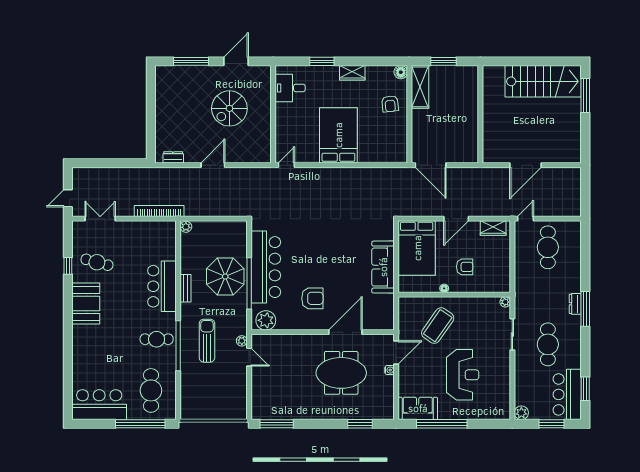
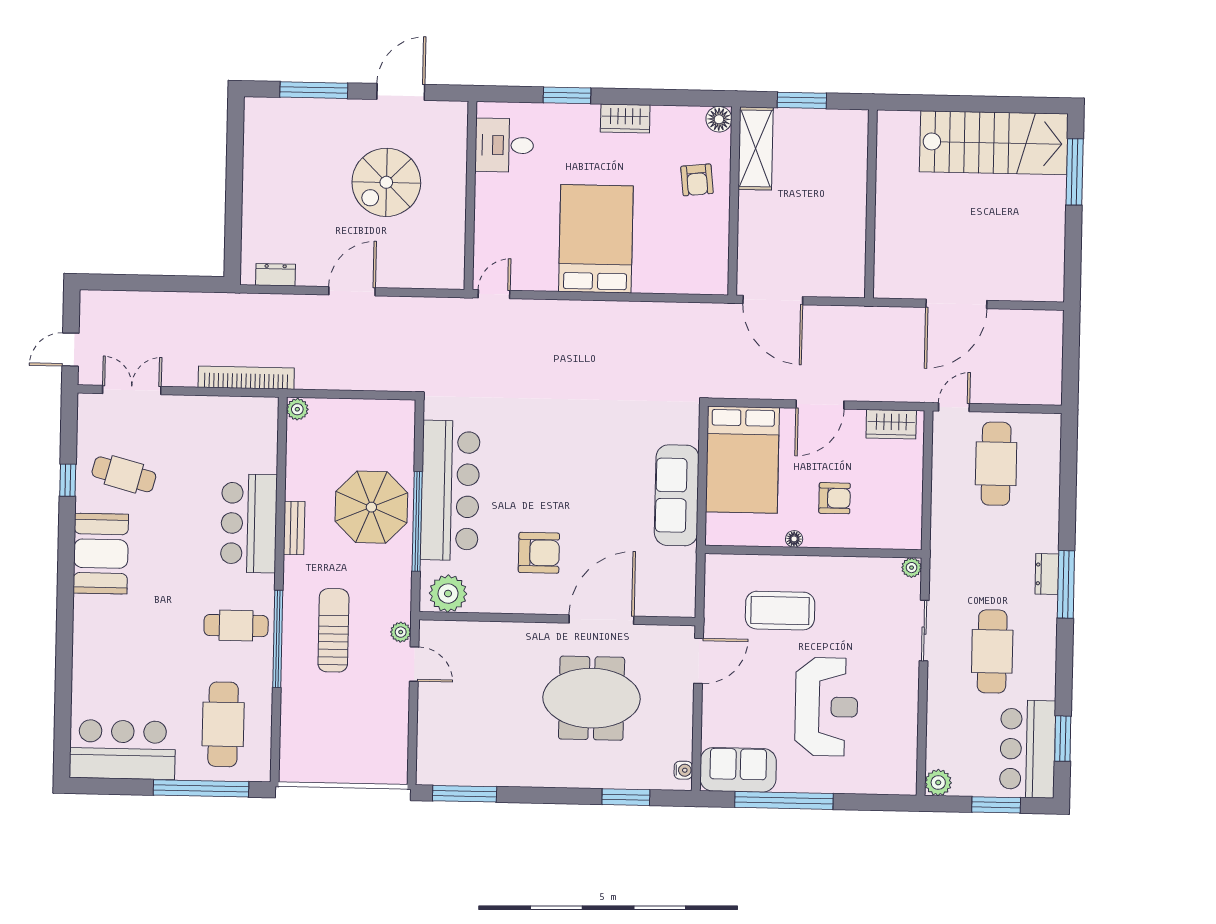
coffee table: (438, 326) -> (780, 611), turned 55
water cooler: (389, 370) -> (683, 770), moved

